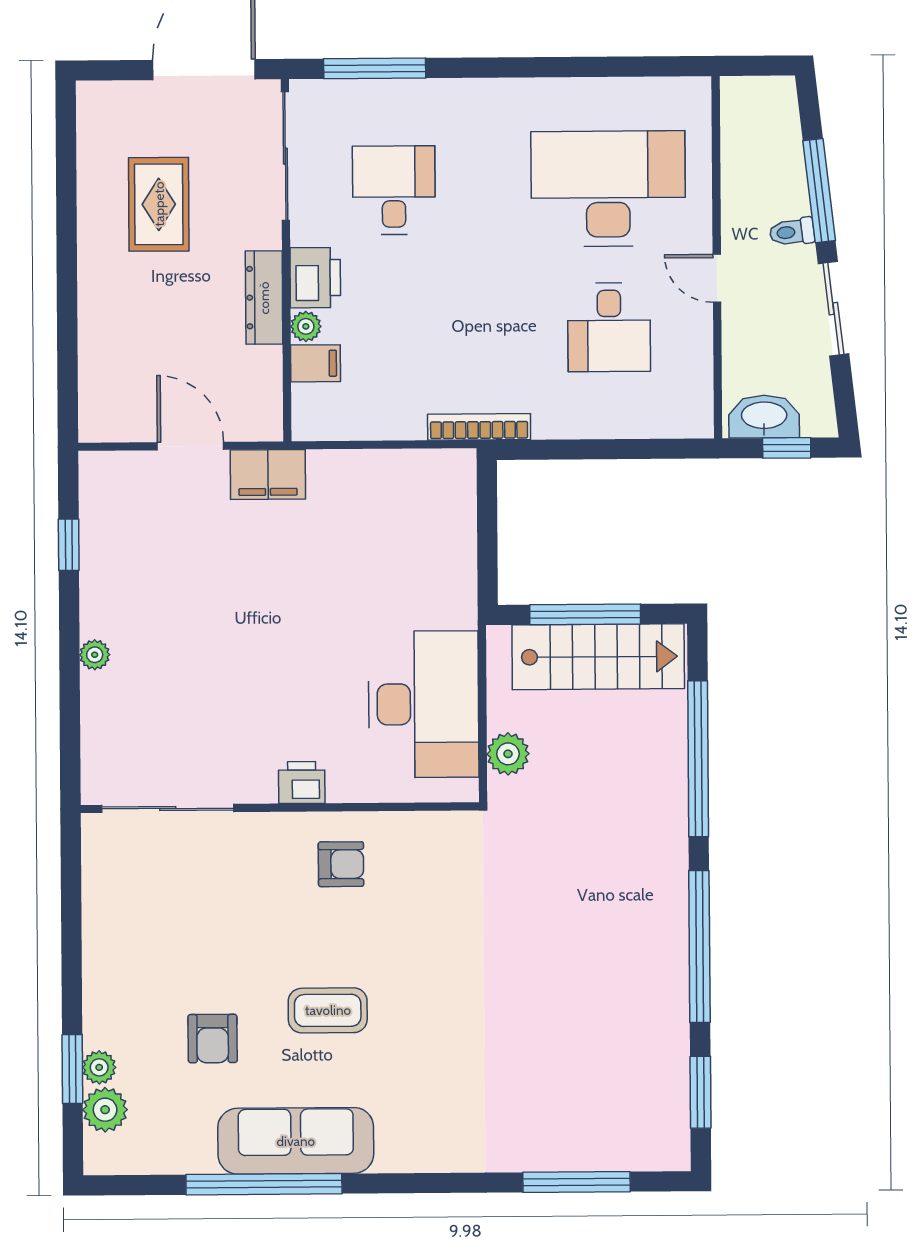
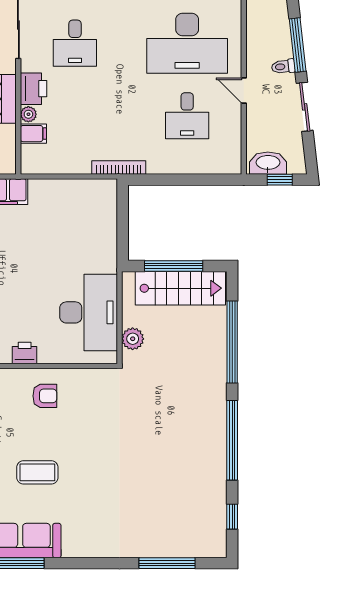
desk: (608, 189) -> (187, 43), turned 180
desk: (394, 190) -> (75, 43), turned 180
window: (700, 1092) -> (232, 517), width x0.67

